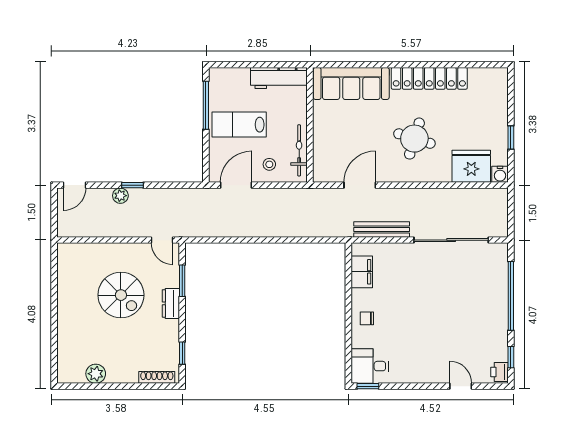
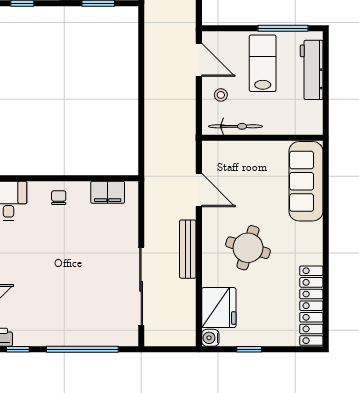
workbench: (279, 78) -> (312, 70), moved
locker: (429, 78) -> (311, 306), moved
bench: (382, 229) -> (188, 249), moved

